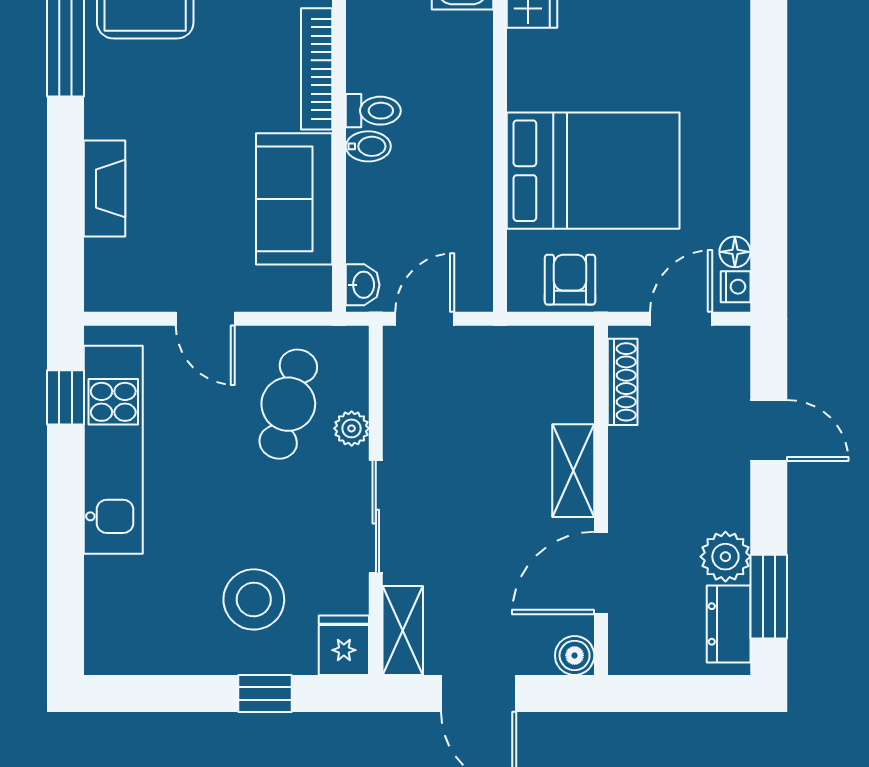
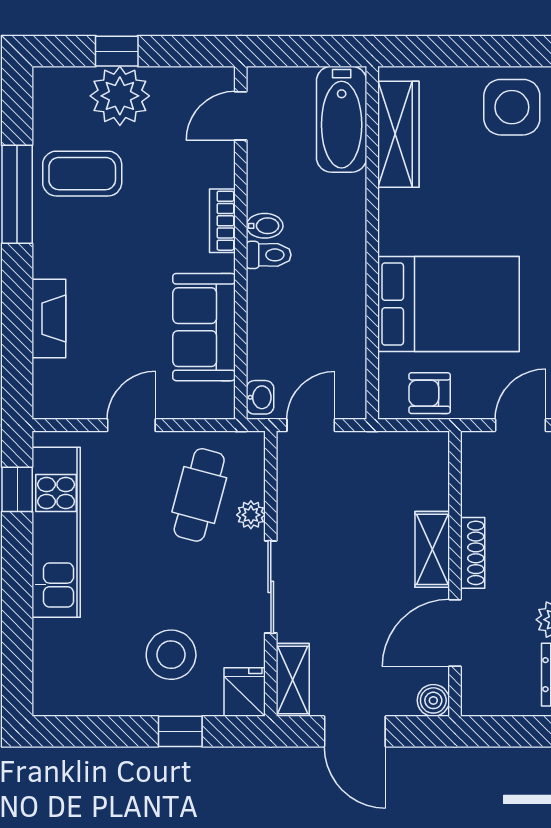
bookcase: (317, 69) -> (222, 221), width x0.64
bidet: (368, 146) -> (265, 226), moved
armchair: (570, 280) -> (430, 393), turned -90
door: (205, 319) -> (131, 425), swing flipped
shoe rack: (623, 382) -> (473, 553), moved

